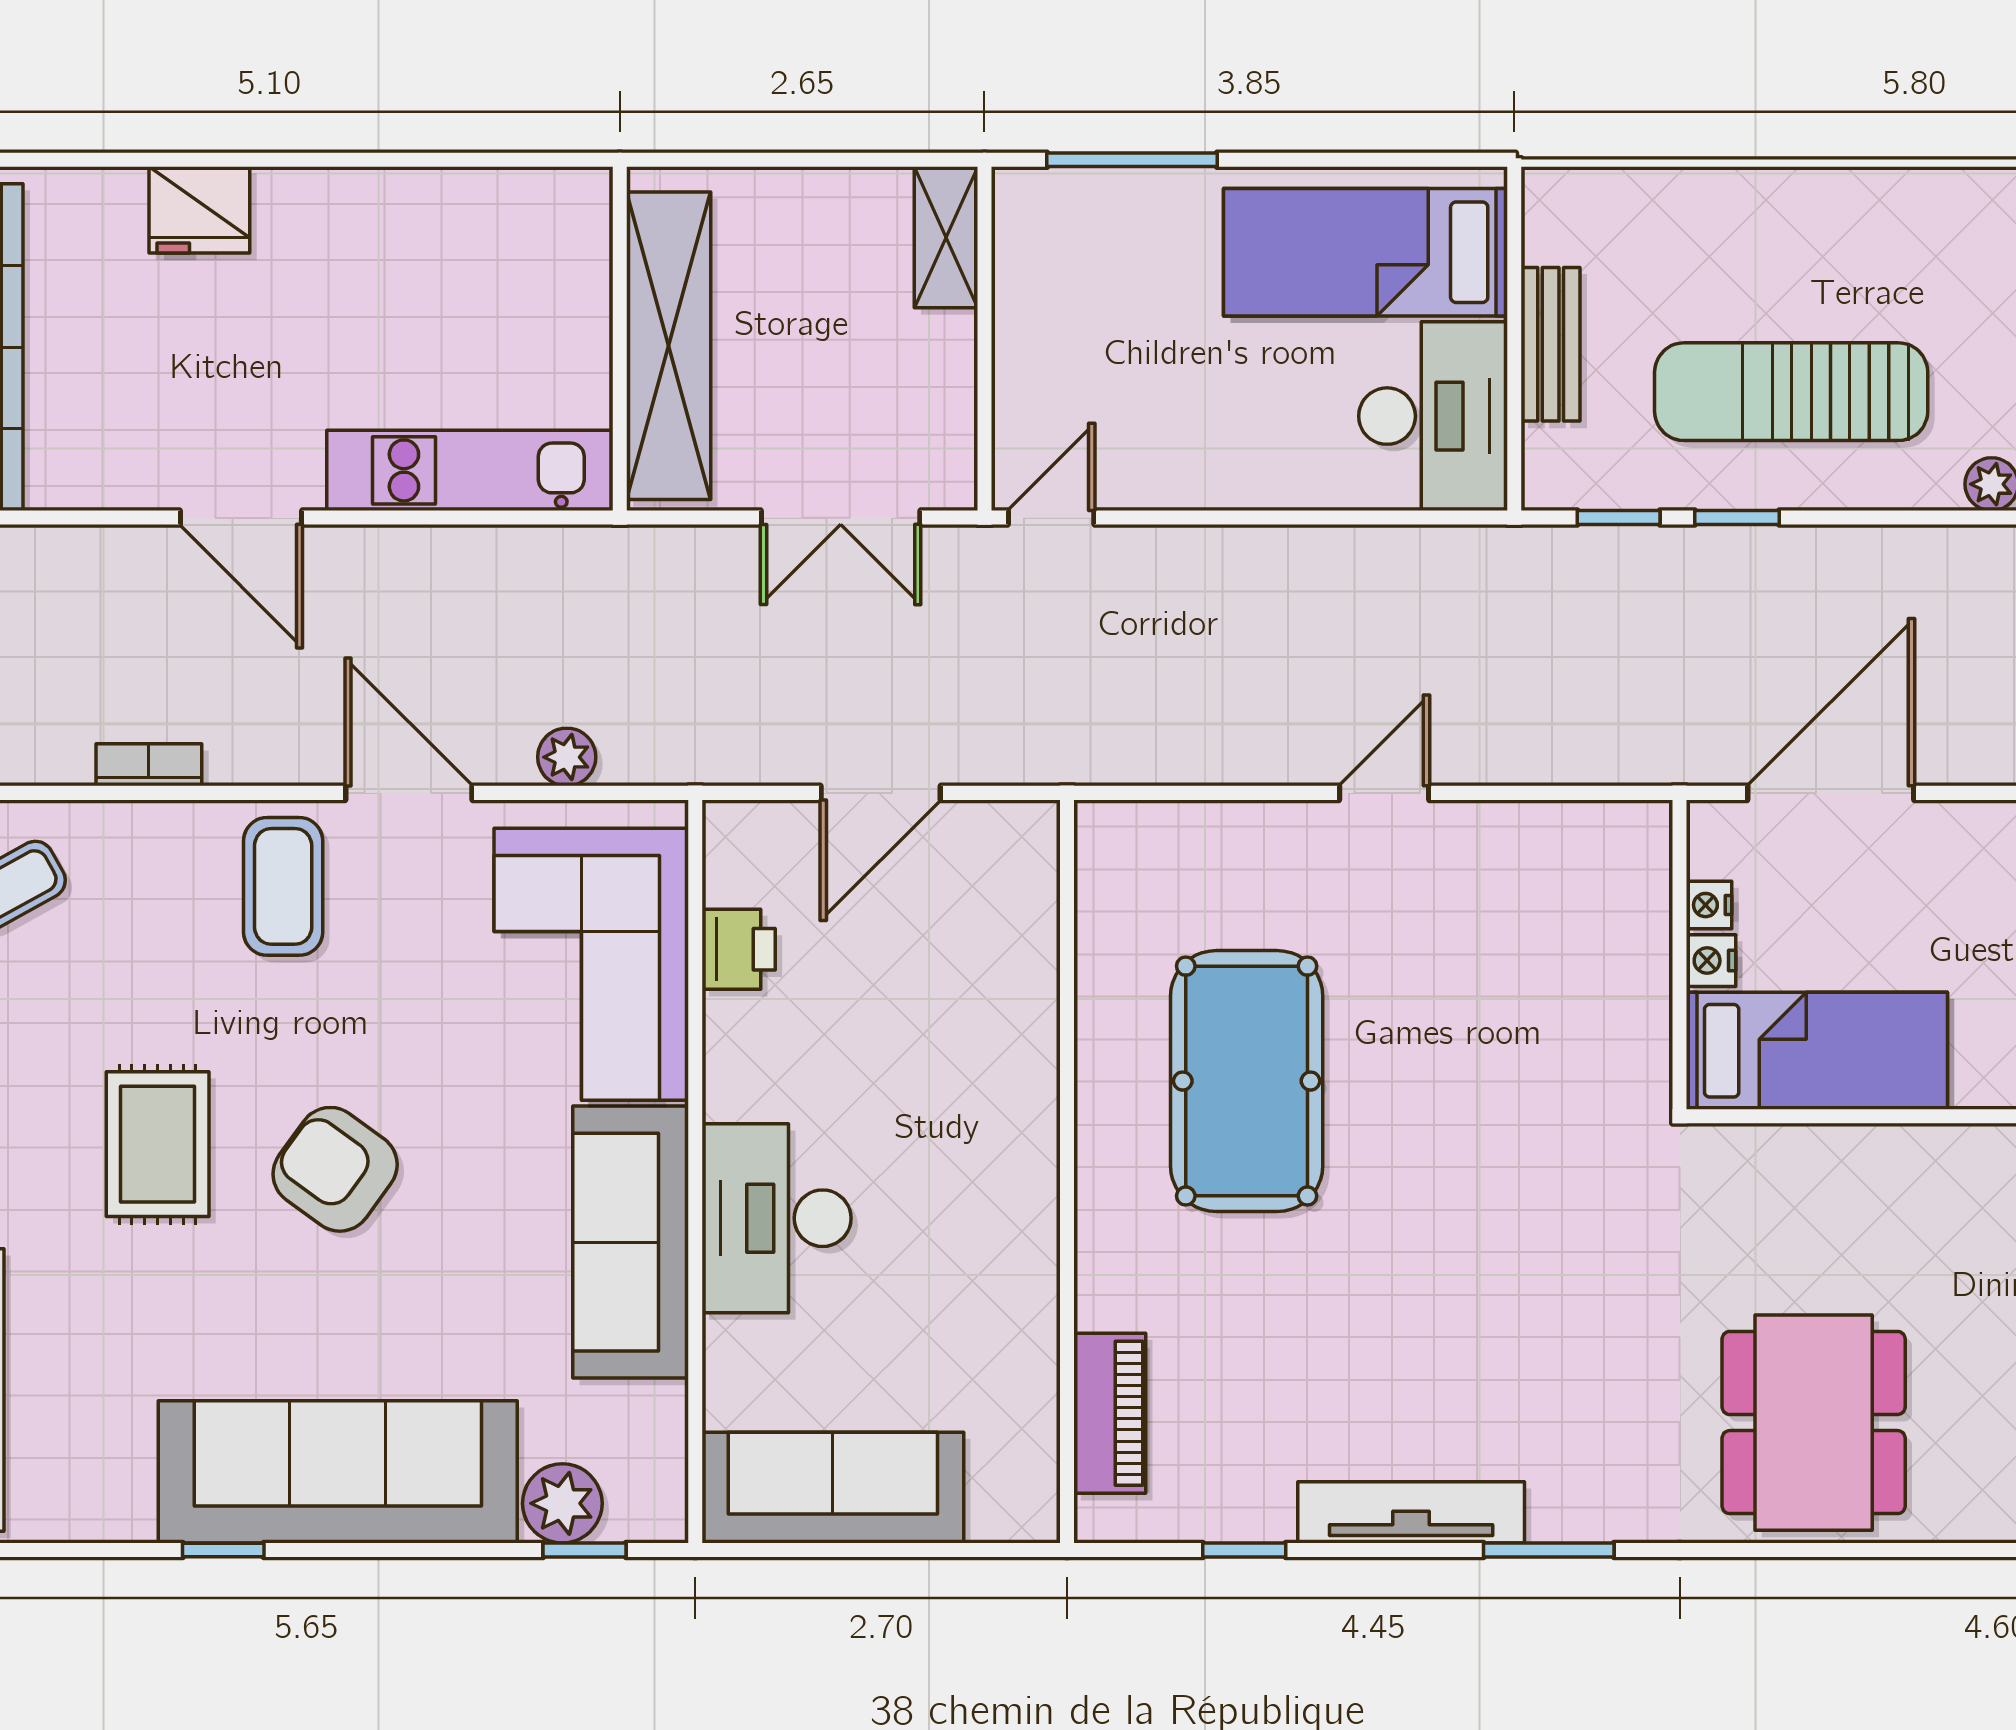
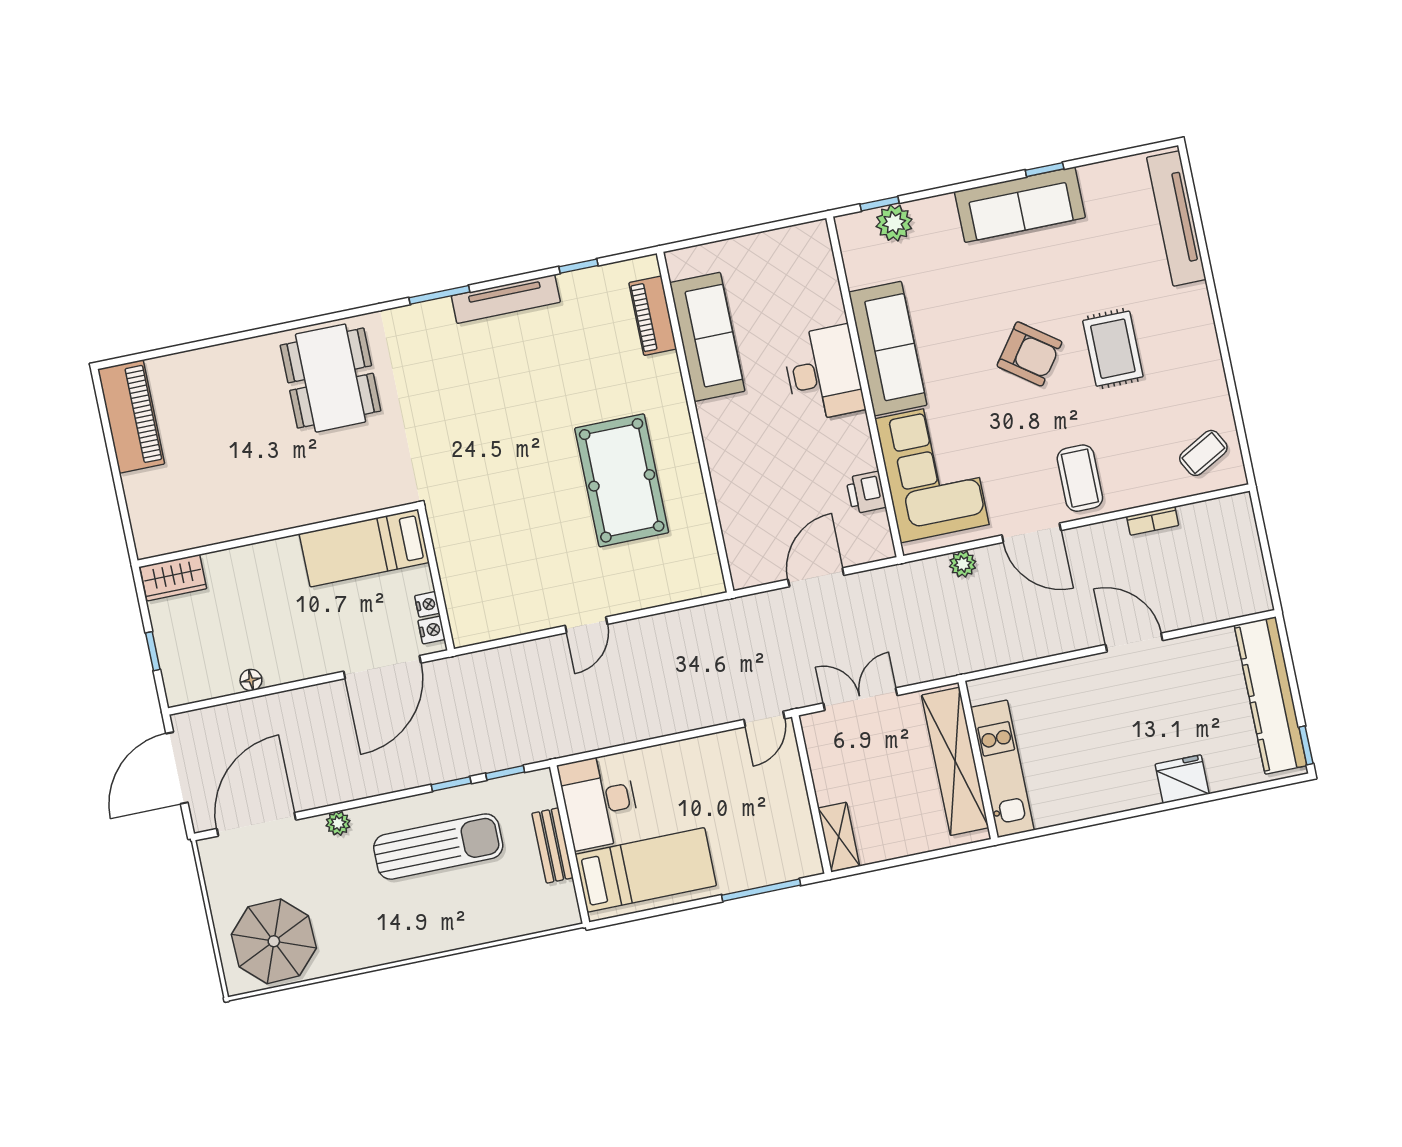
kitchen unit: (470, 470) -> (1002, 769), moved, turned -90
nightstand: (1711, 961) -> (432, 630), moved
sofa: (338, 1472) -> (1020, 205), width x0.74, depth x0.79
sofa: (833, 1488) -> (707, 337), moved, turned -90

